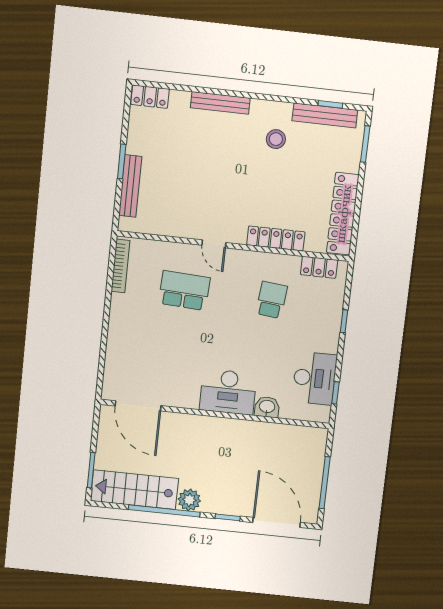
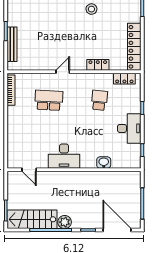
locker: (276, 238) -> (98, 65), width x0.66
door: (214, 244) -> (63, 72), swing flipped
desk: (315, 378) -> (129, 128), moved
desk: (228, 392) -> (64, 156), moved
door: (138, 406) -> (29, 170), width x0.53

